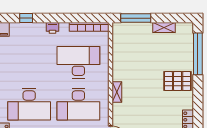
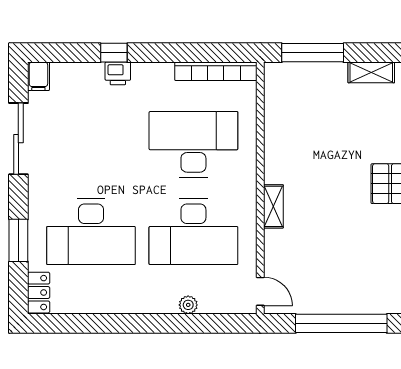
window: (26, 18) -> (114, 53), moved
printer: (52, 28) -> (118, 73), moved

